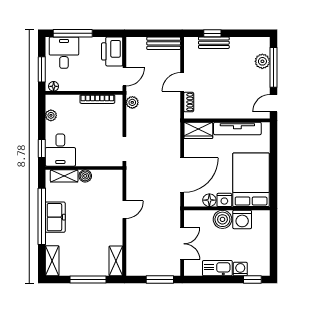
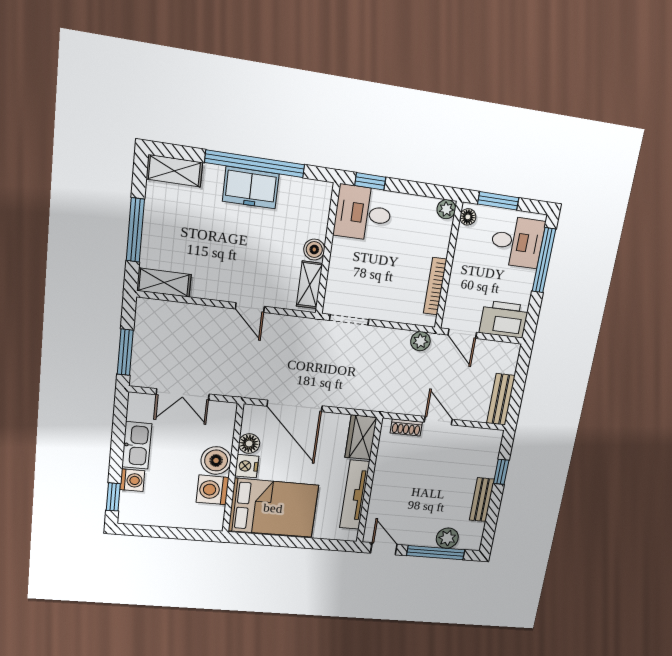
bench: (214, 43) -> (482, 500), moved
plant: (51, 115) -> (446, 209), moved
shelving: (64, 176) -> (310, 285), moved

